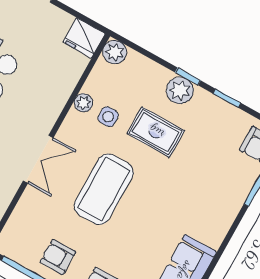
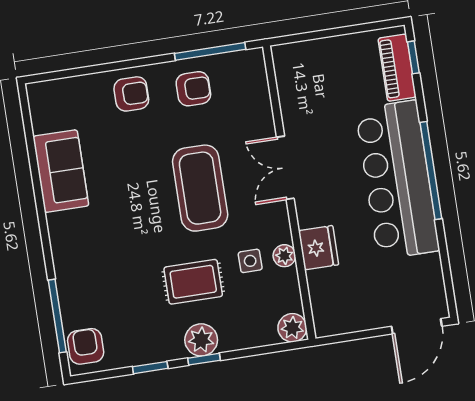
fridge: (84, 38) -> (319, 248), moved, turned 90

